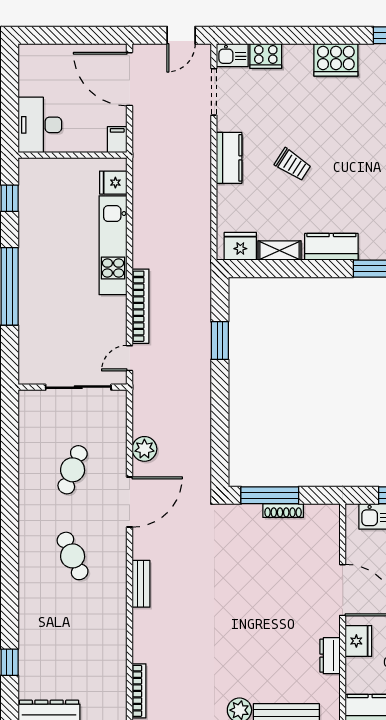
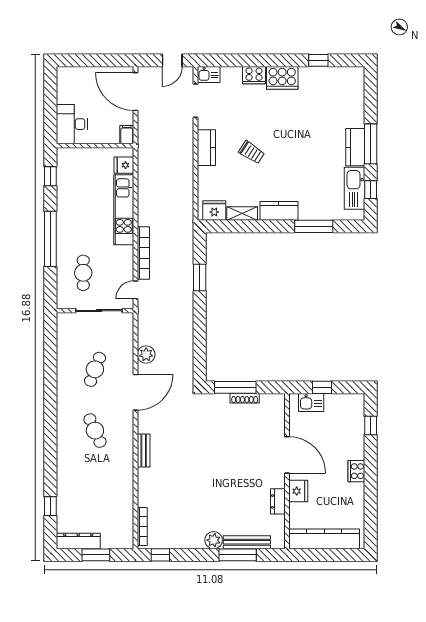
cooker: (266, 56) -> (254, 75), moved
cafe table: (56, 334) -> (83, 273), added

